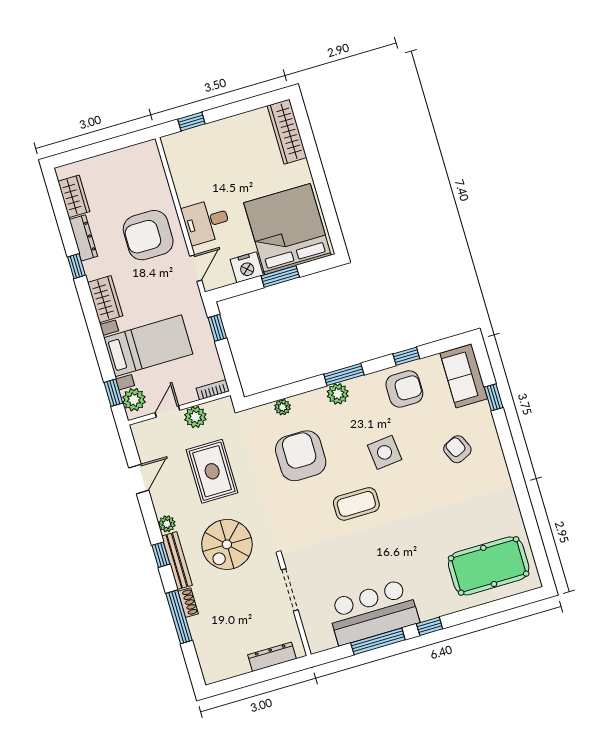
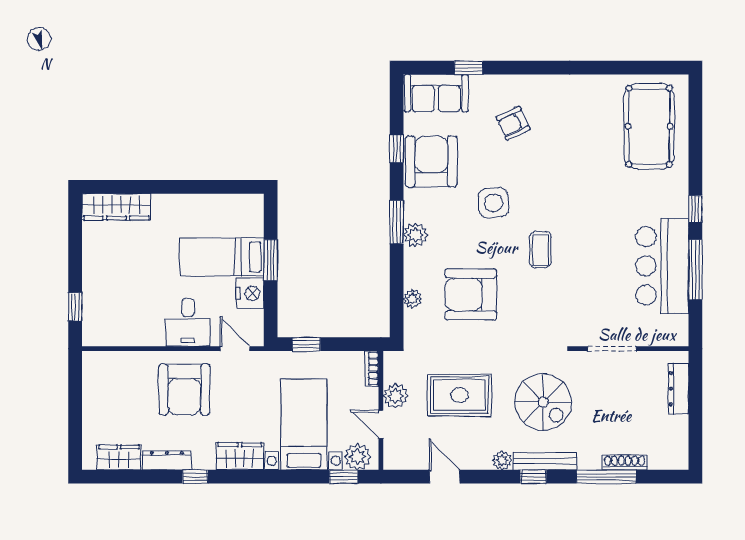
bed: (287, 229) -> (222, 257), width x0.49
armchair: (404, 389) -> (431, 161), width x1.36, depth x1.36
coffee table: (356, 504) -> (540, 250), width x0.73, depth x0.77
shoe rack: (188, 603) -> (625, 462), moved, width x1.43

